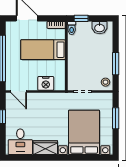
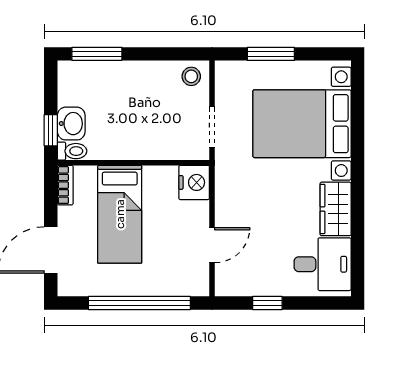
washbasin: (100, 28) -> (71, 124), moved
window: (116, 64) -> (97, 54), moved
nightstand: (46, 83) -> (194, 182), moved
door: (19, 92) -> (212, 245), moved

